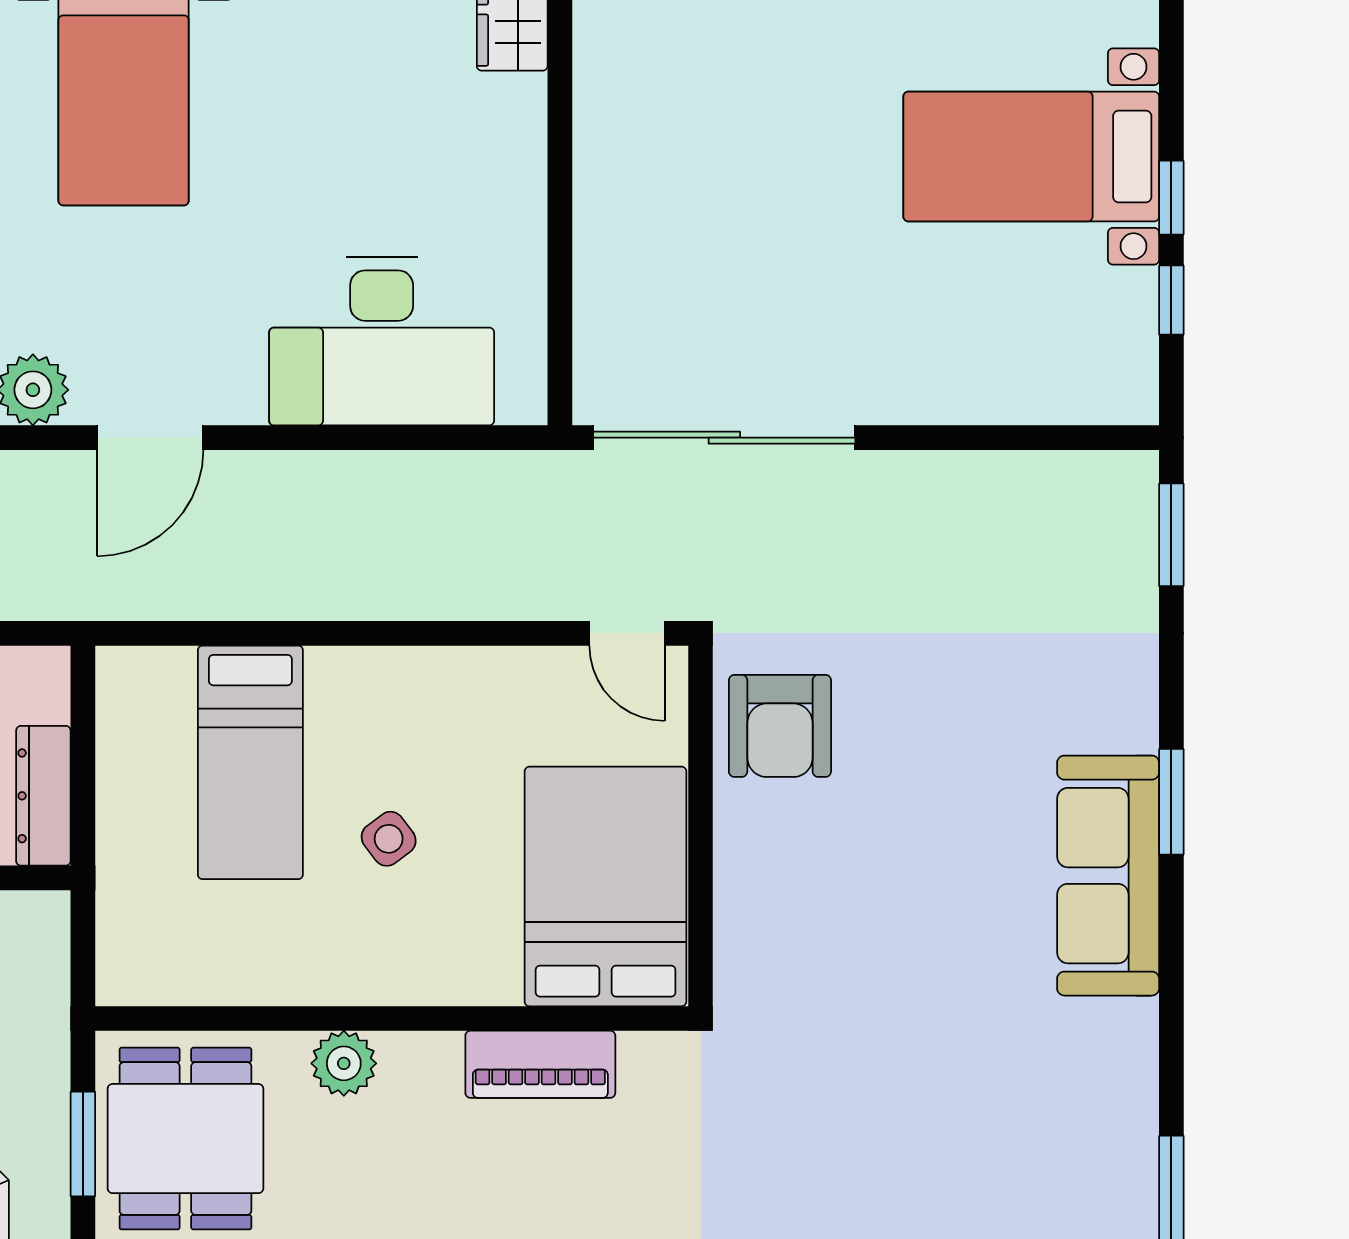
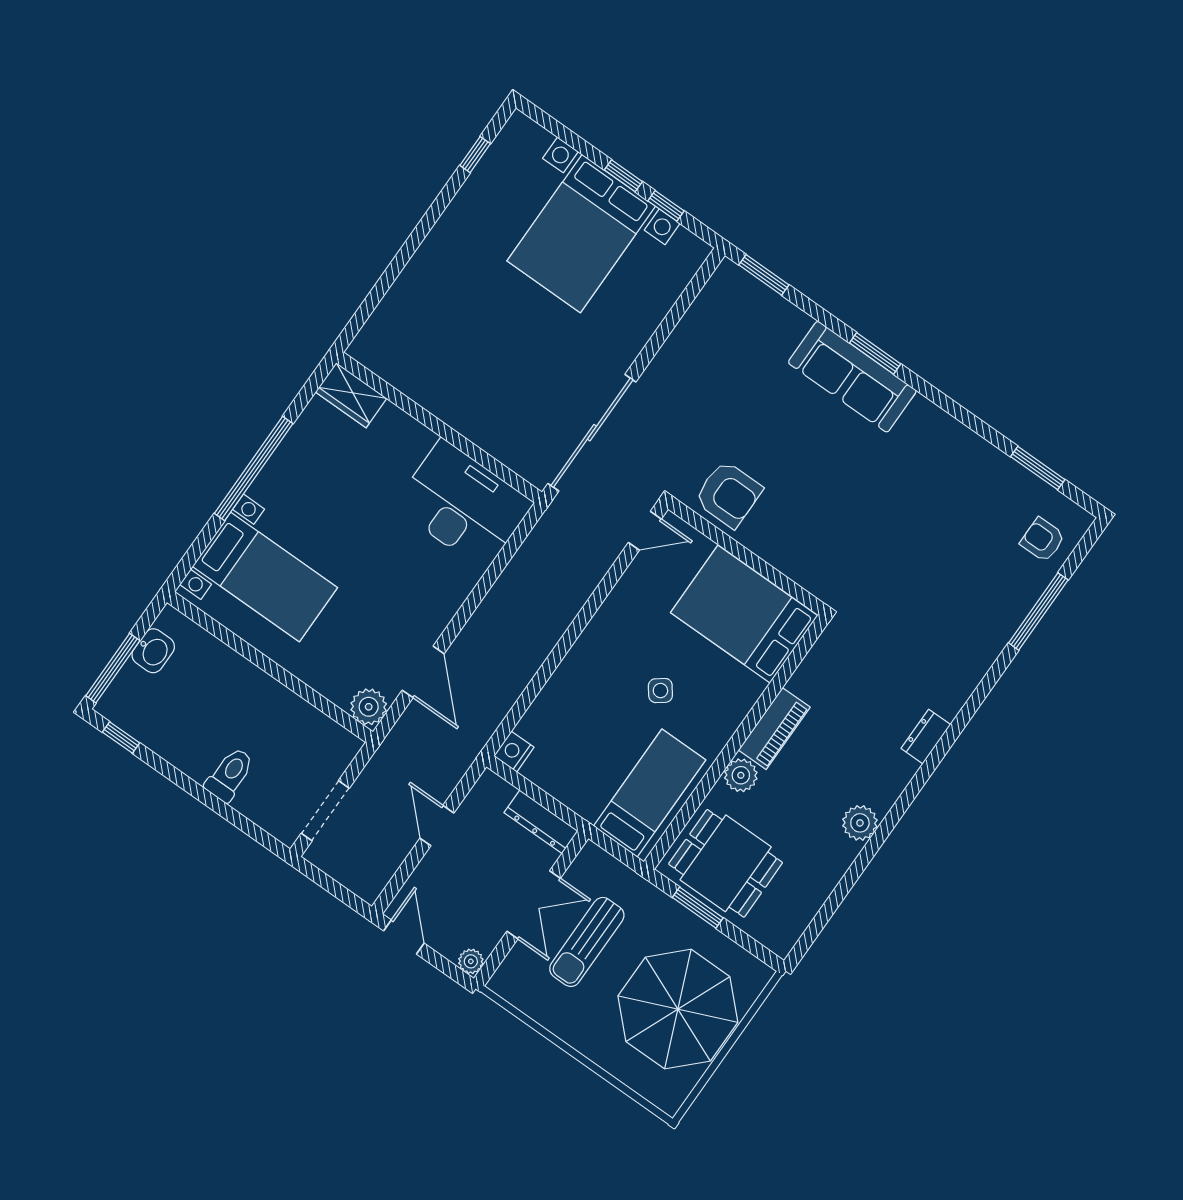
bed with nightstands: (1031, 156) -> (581, 234), width x1.36
desk: (382, 341) -> (463, 505), moved, turned -90
nightstand: (125, 673) -> (514, 752), added
bed: (250, 762) -> (649, 793), moved, turned -90
sofa: (1108, 876) -> (852, 377), moved
piano: (540, 1064) -> (774, 729), moved

